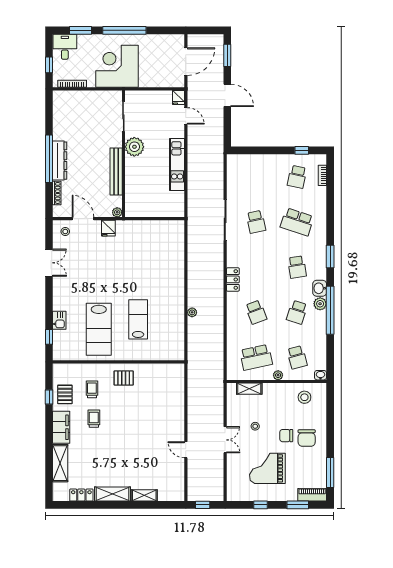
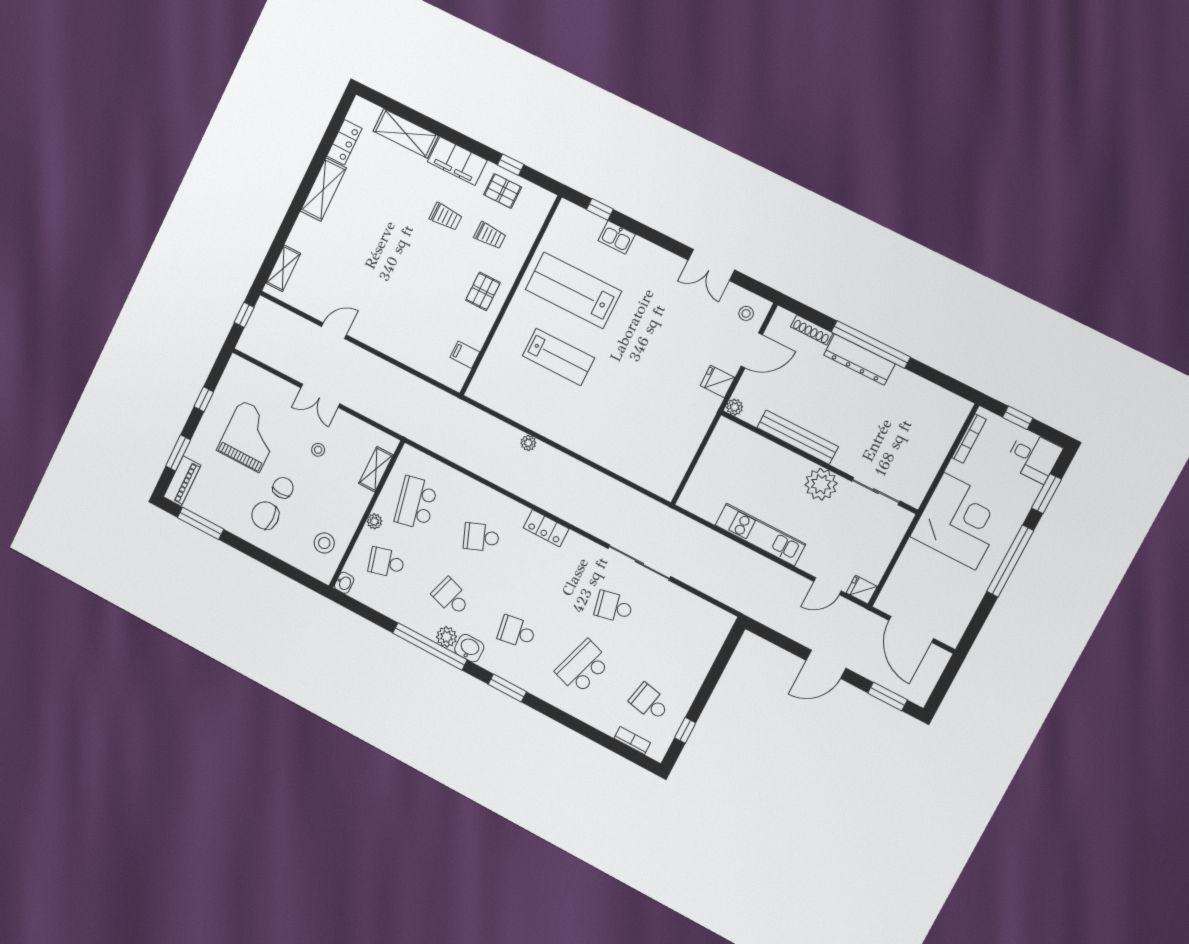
filing cabinet: (162, 371) -> (465, 355), added
shelving: (144, 495) -> (283, 268), moved

